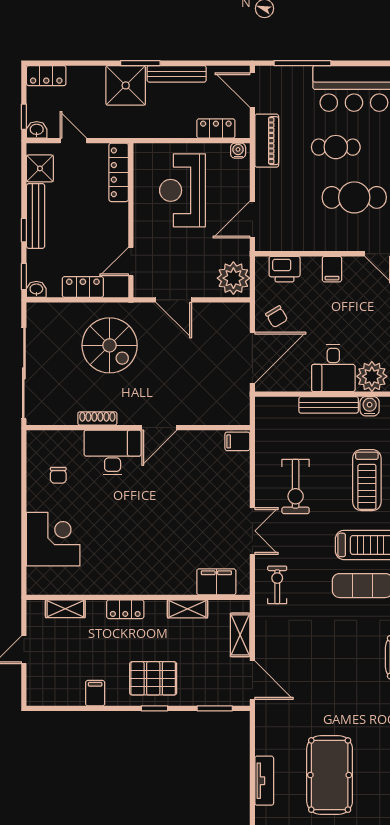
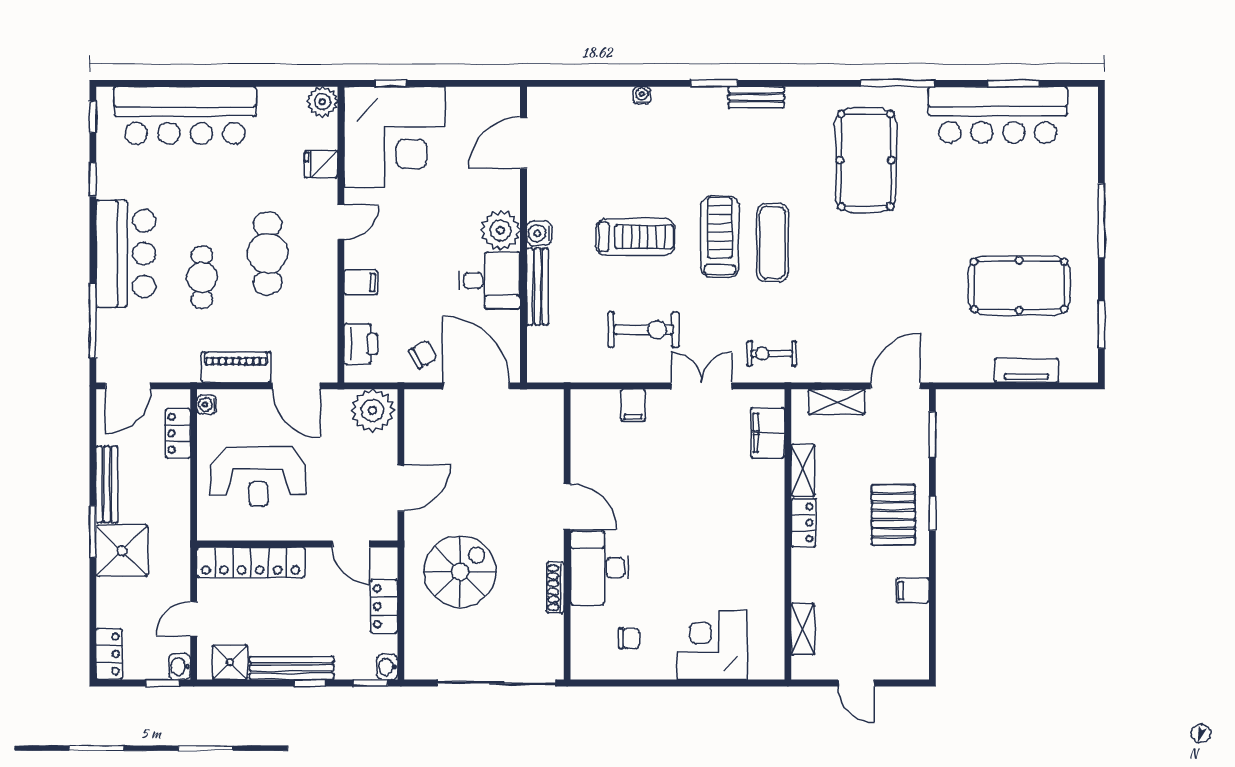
piano: (267, 141) -> (236, 367), moved
locker: (119, 172) -> (251, 562), width x1.41, depth x1.21
filing cabinet: (237, 441) -> (633, 405), moved
locker: (125, 609) -> (803, 523), moved

